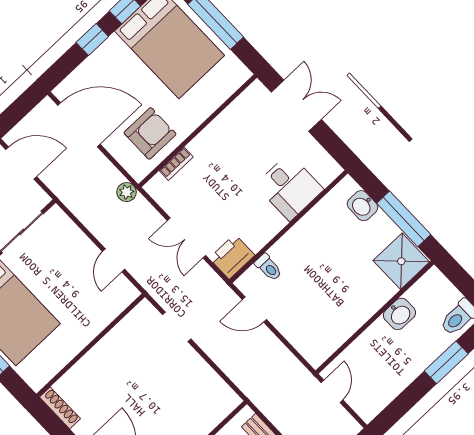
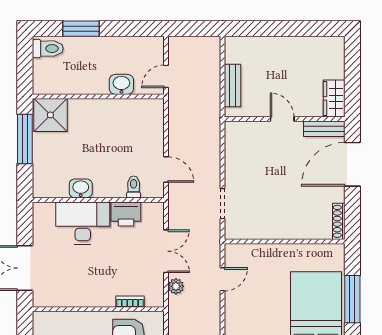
desk: (289, 187) -> (83, 223), width x1.37
plant: (127, 192) -> (176, 286), moved
washbasin: (362, 206) -> (81, 188), moved, turned -90
printer: (232, 257) -> (126, 214), moved
washbasin: (399, 314) -> (121, 84), moved

